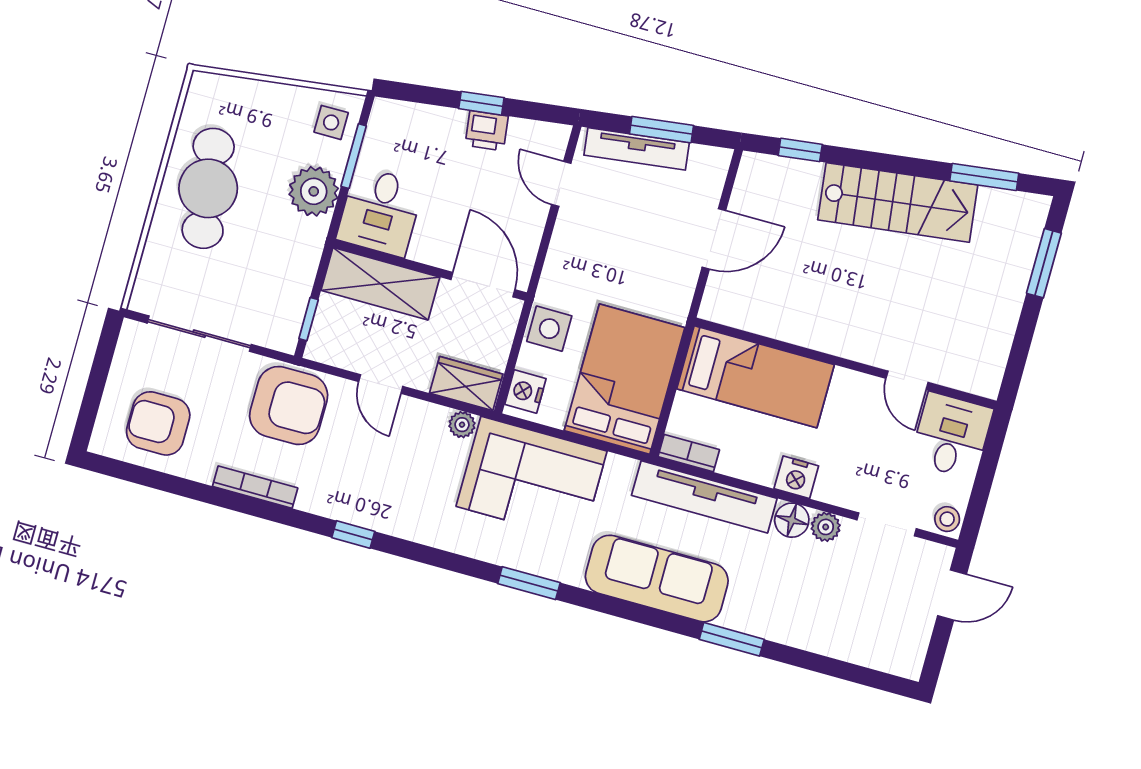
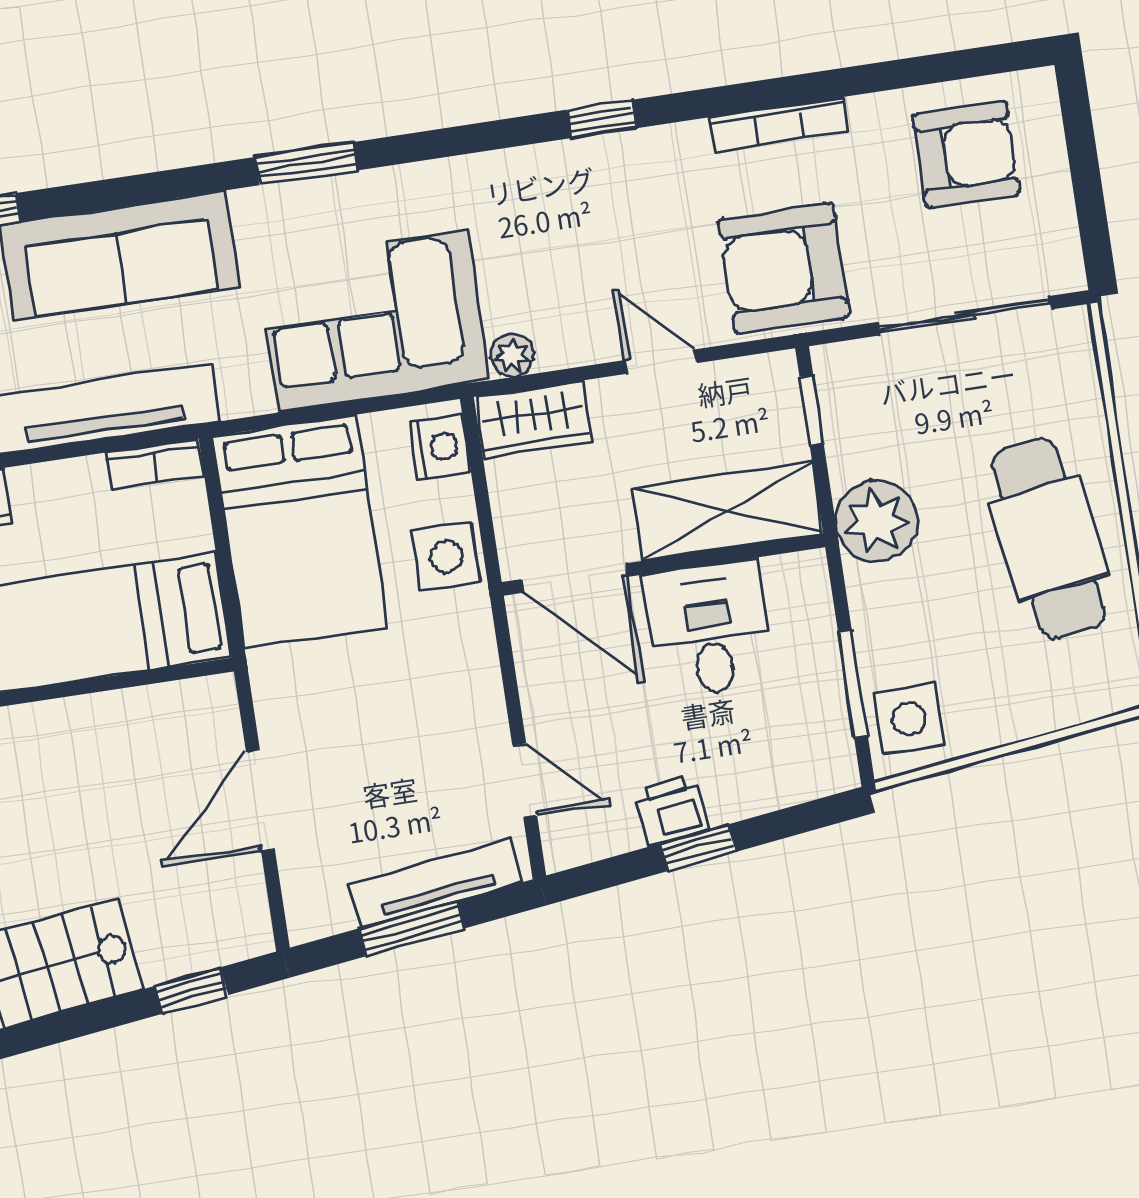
side table: (331, 122) -> (909, 719), width x1.37, depth x1.37
plant: (314, 191) -> (876, 521), moved
desk: (380, 211) -> (709, 629), moved

